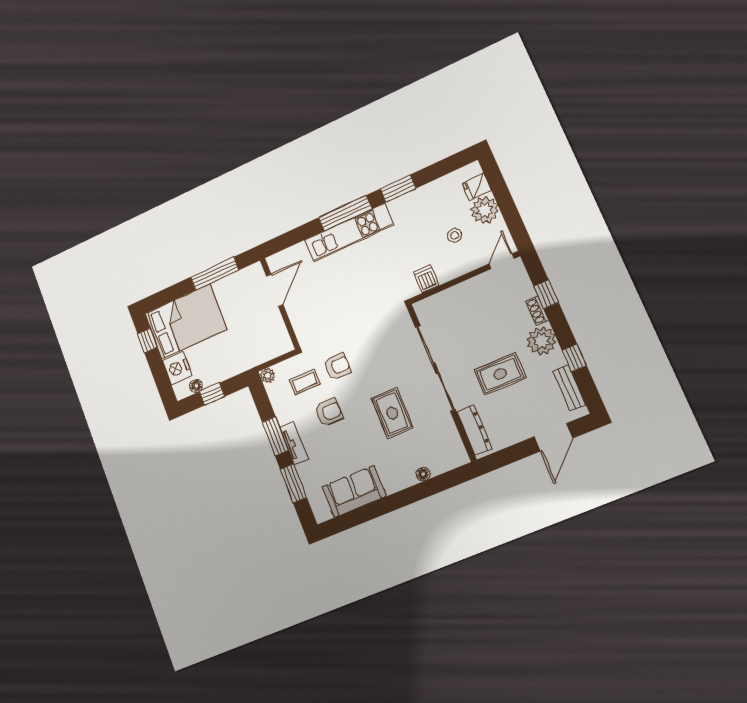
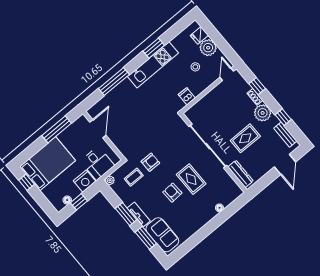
window: (345, 213) -> (114, 81), moved
kitchen unit: (349, 233) -> (153, 65), moved
desk: (258, 344) -> (98, 163), added
nightstand: (177, 368) -> (85, 181), moved, turned -90
armchair: (329, 412) -> (172, 193), moved, turned -93
sofa: (354, 491) -> (162, 235), moved, turned 90

